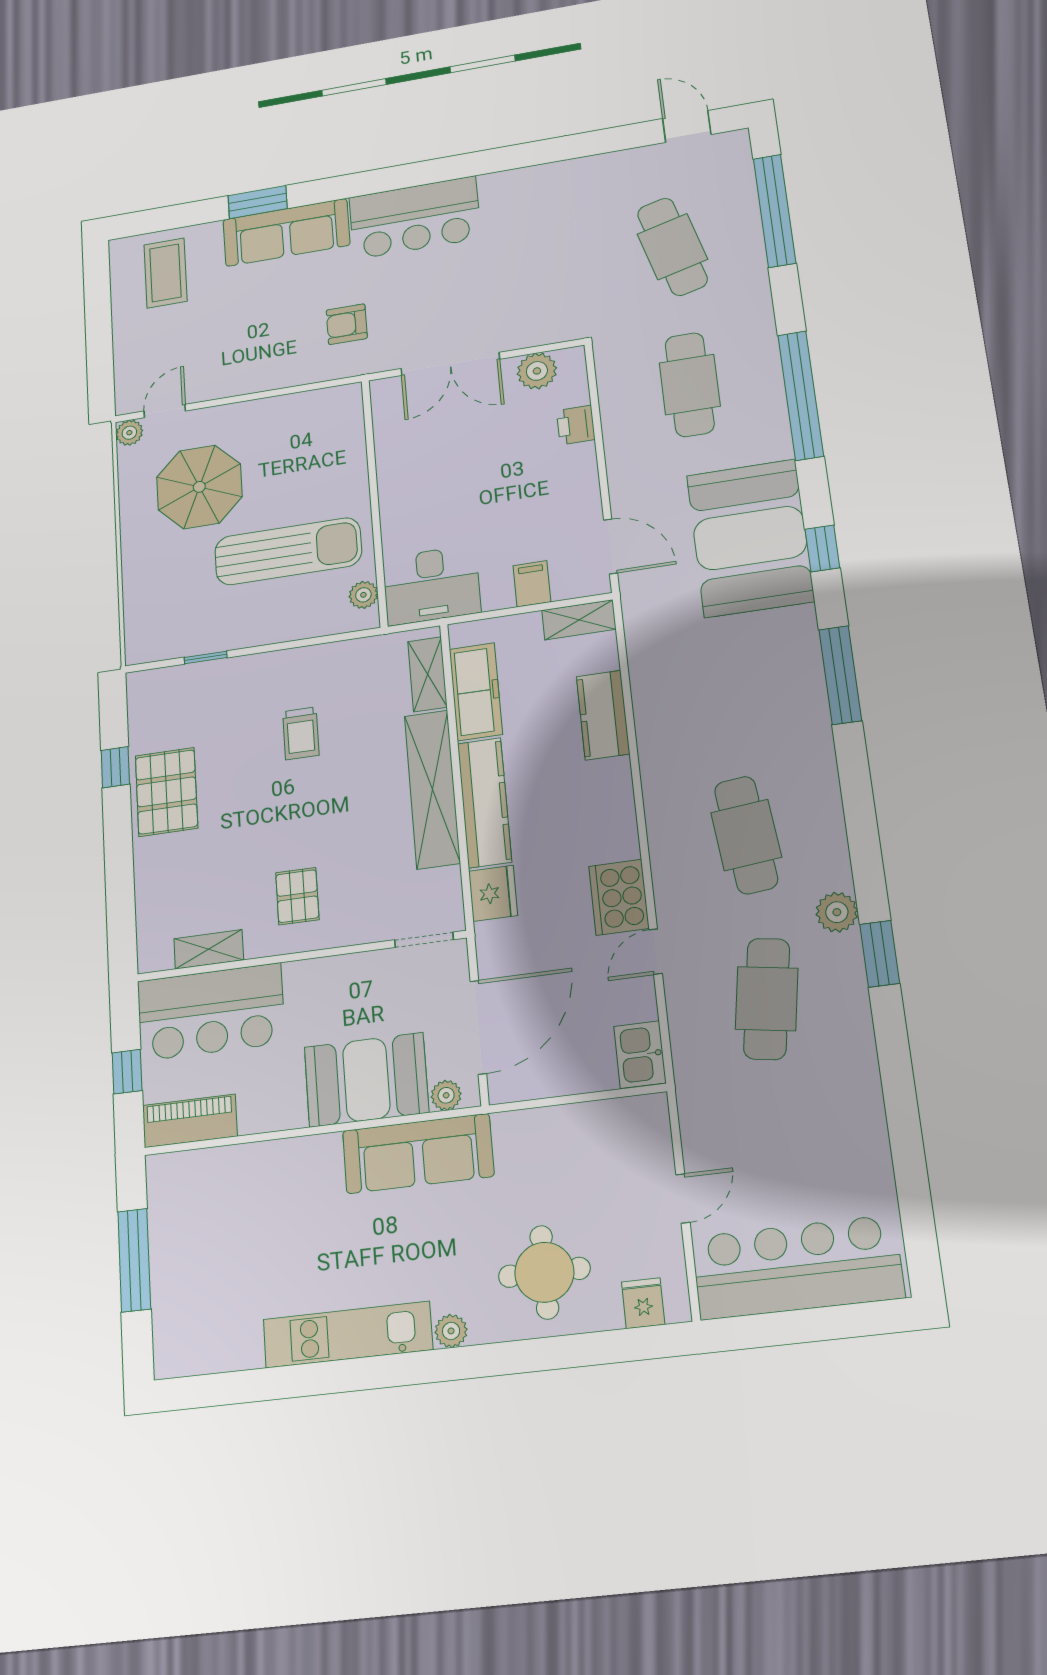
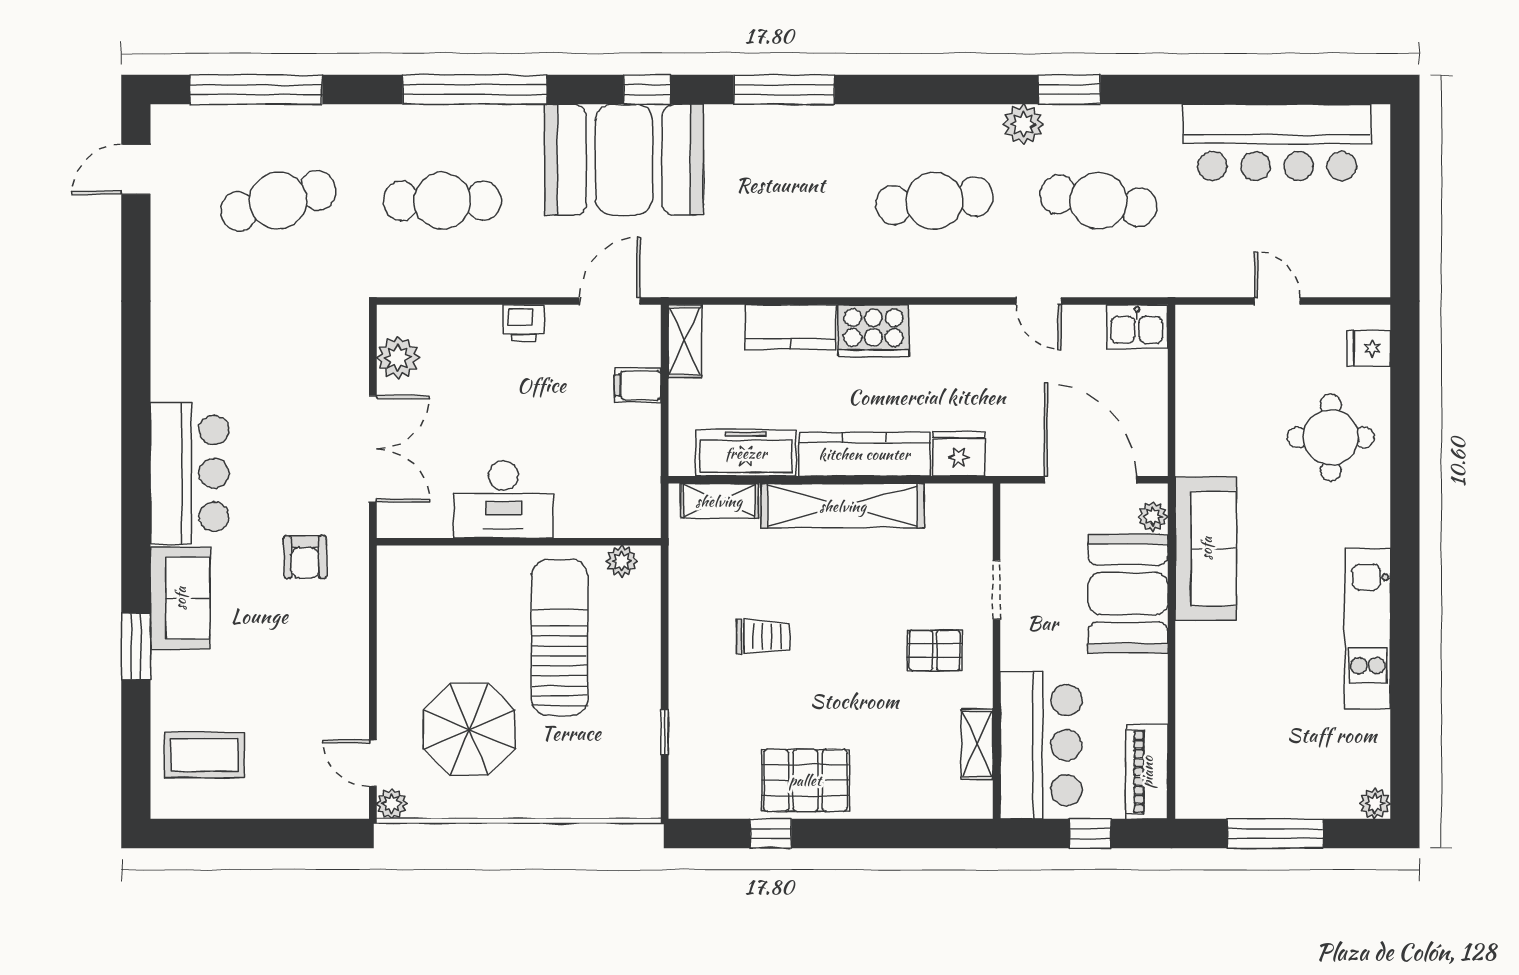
sofa: (286, 232) -> (180, 598), width x0.73
printer: (576, 425) -> (524, 323), moved
desk: (432, 585) -> (503, 499), moved, turned 90
cooker: (619, 897) -> (873, 331), moved
doorway: (424, 940) -> (996, 590), moved
bar counter: (797, 1267) -> (1277, 142), moved, turned -90
plant: (451, 1331) -> (1375, 803), moved

